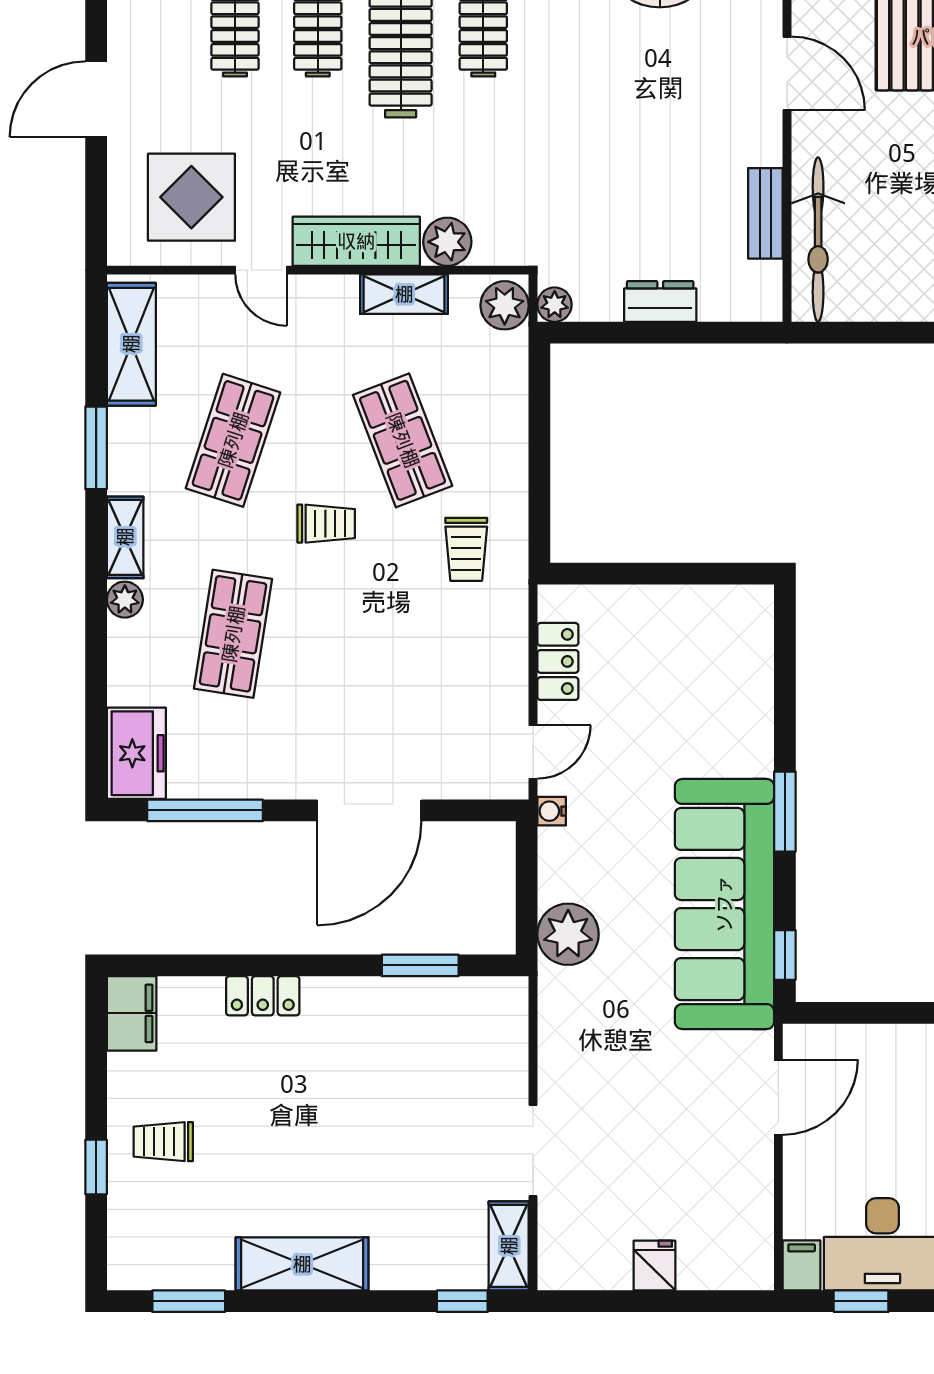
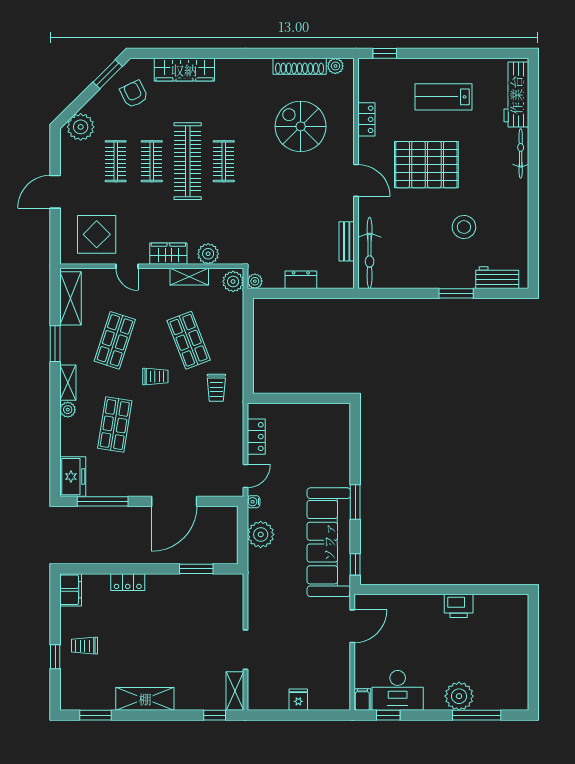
wardrobe: (356, 241) -> (168, 254), width x0.67
plant: (568, 934) -> (261, 534), moved

